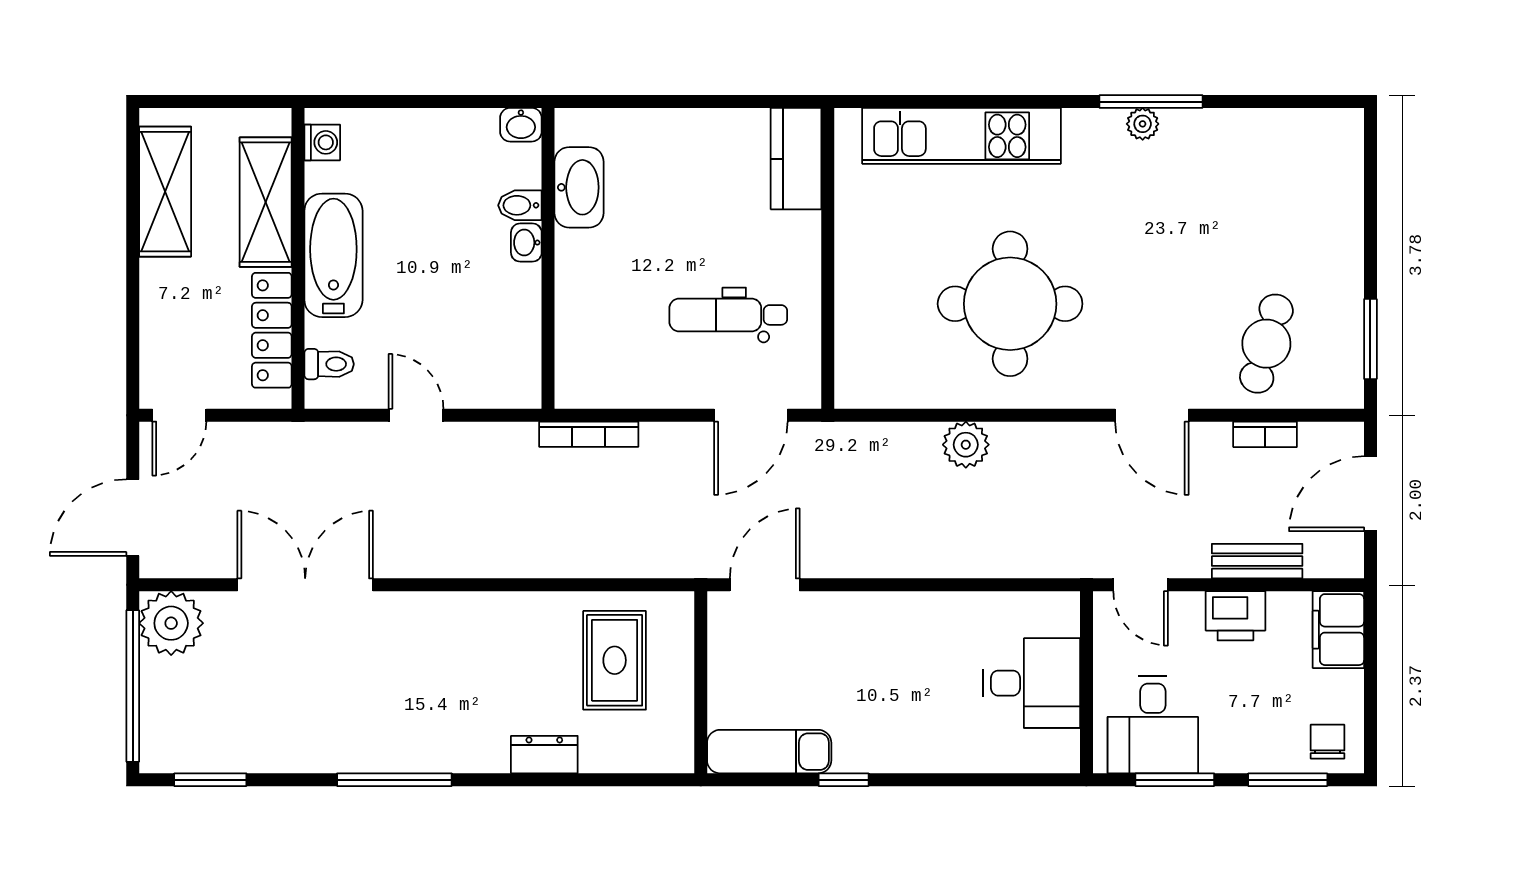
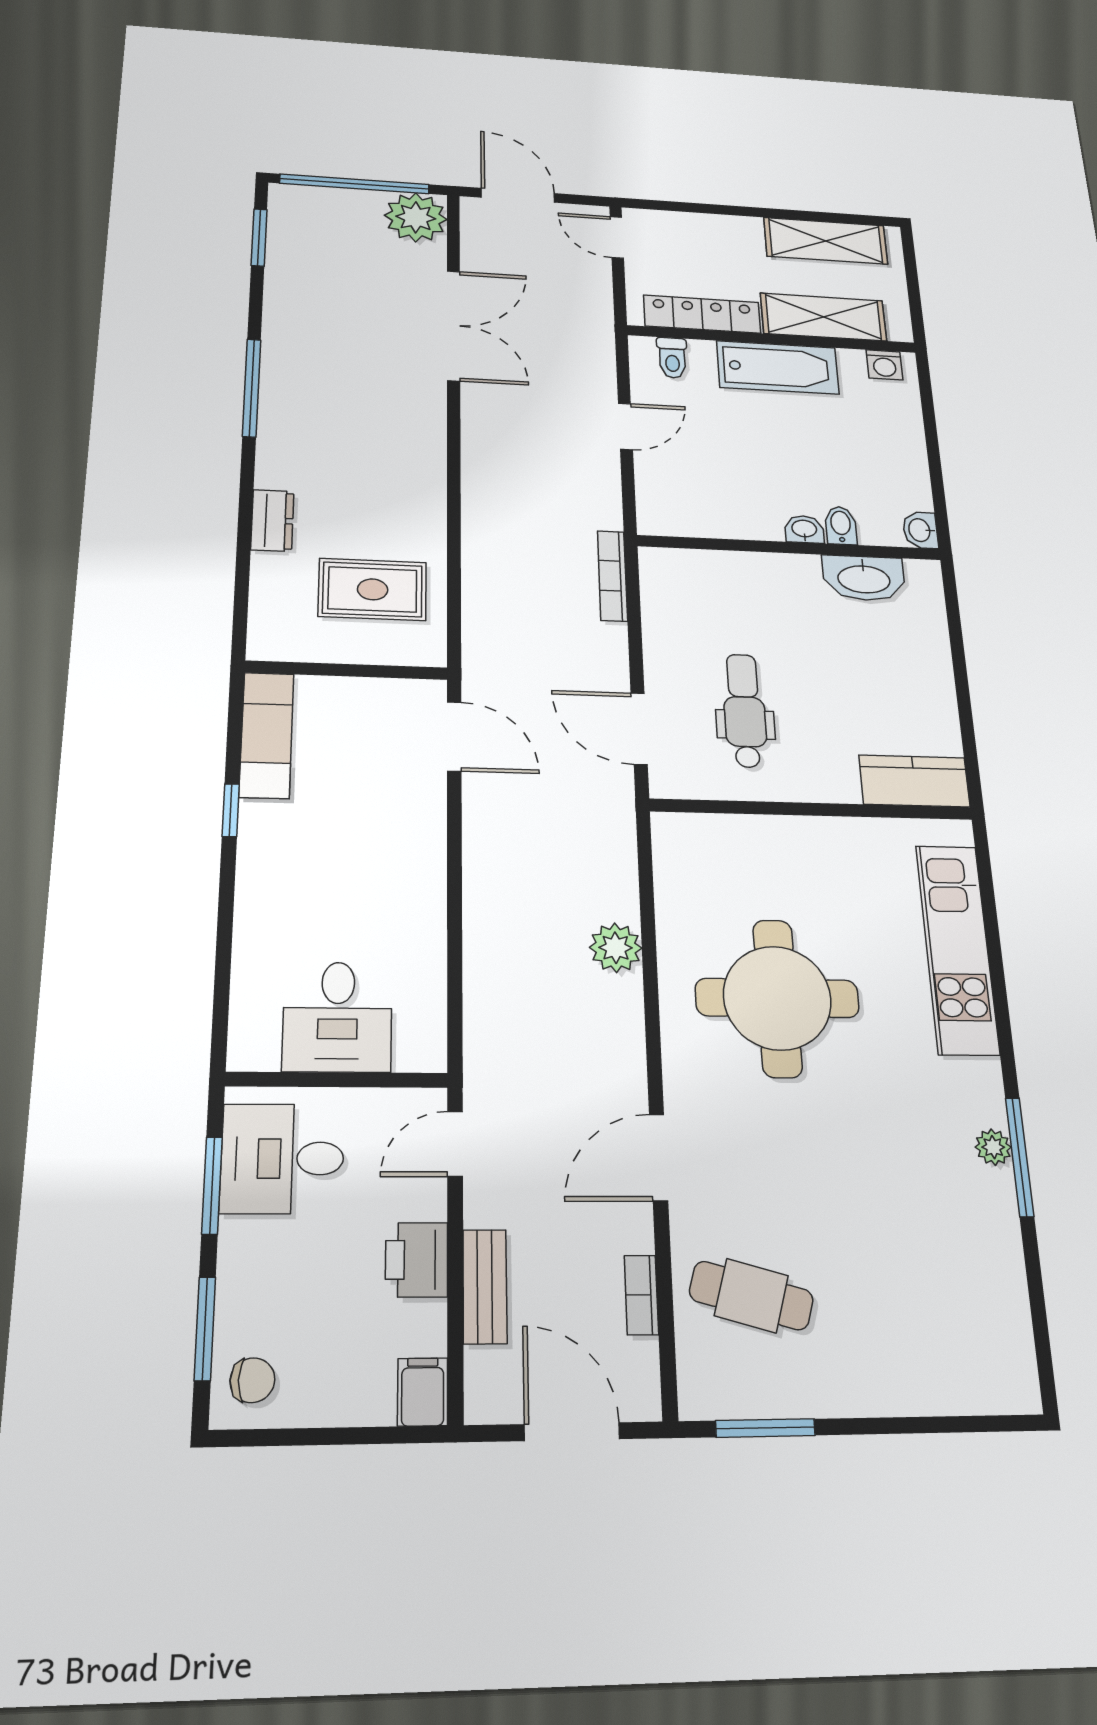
filing cabinet: (1338, 630) -> (423, 1392), width x0.50

